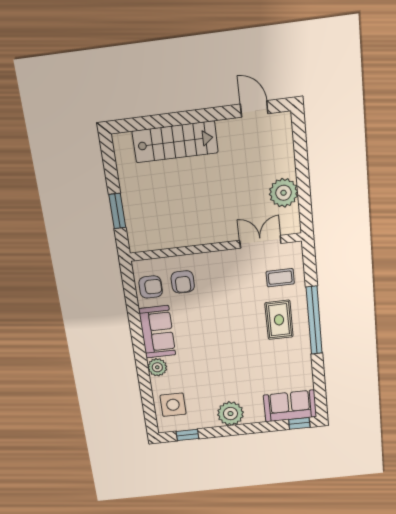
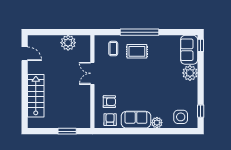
door: (254, 109) -> (25, 54), swing flipped
double door: (260, 242) -> (92, 73), moved
plant: (230, 414) -> (190, 73), moved

